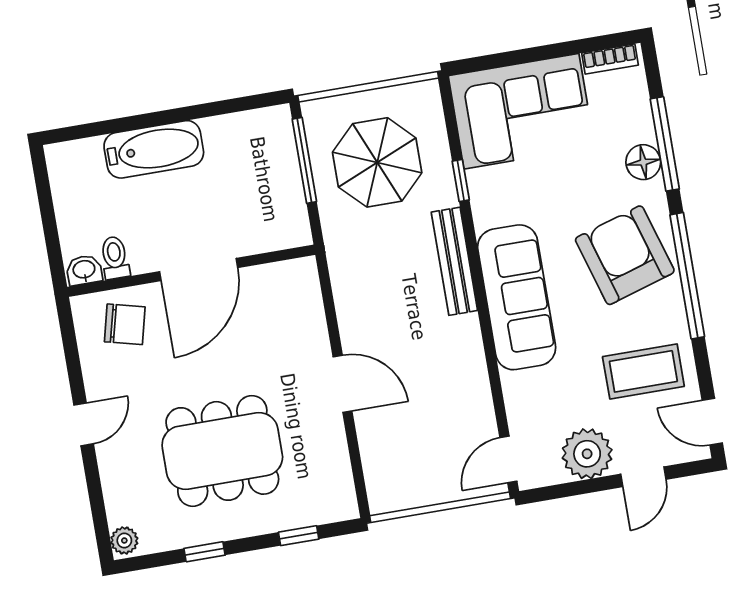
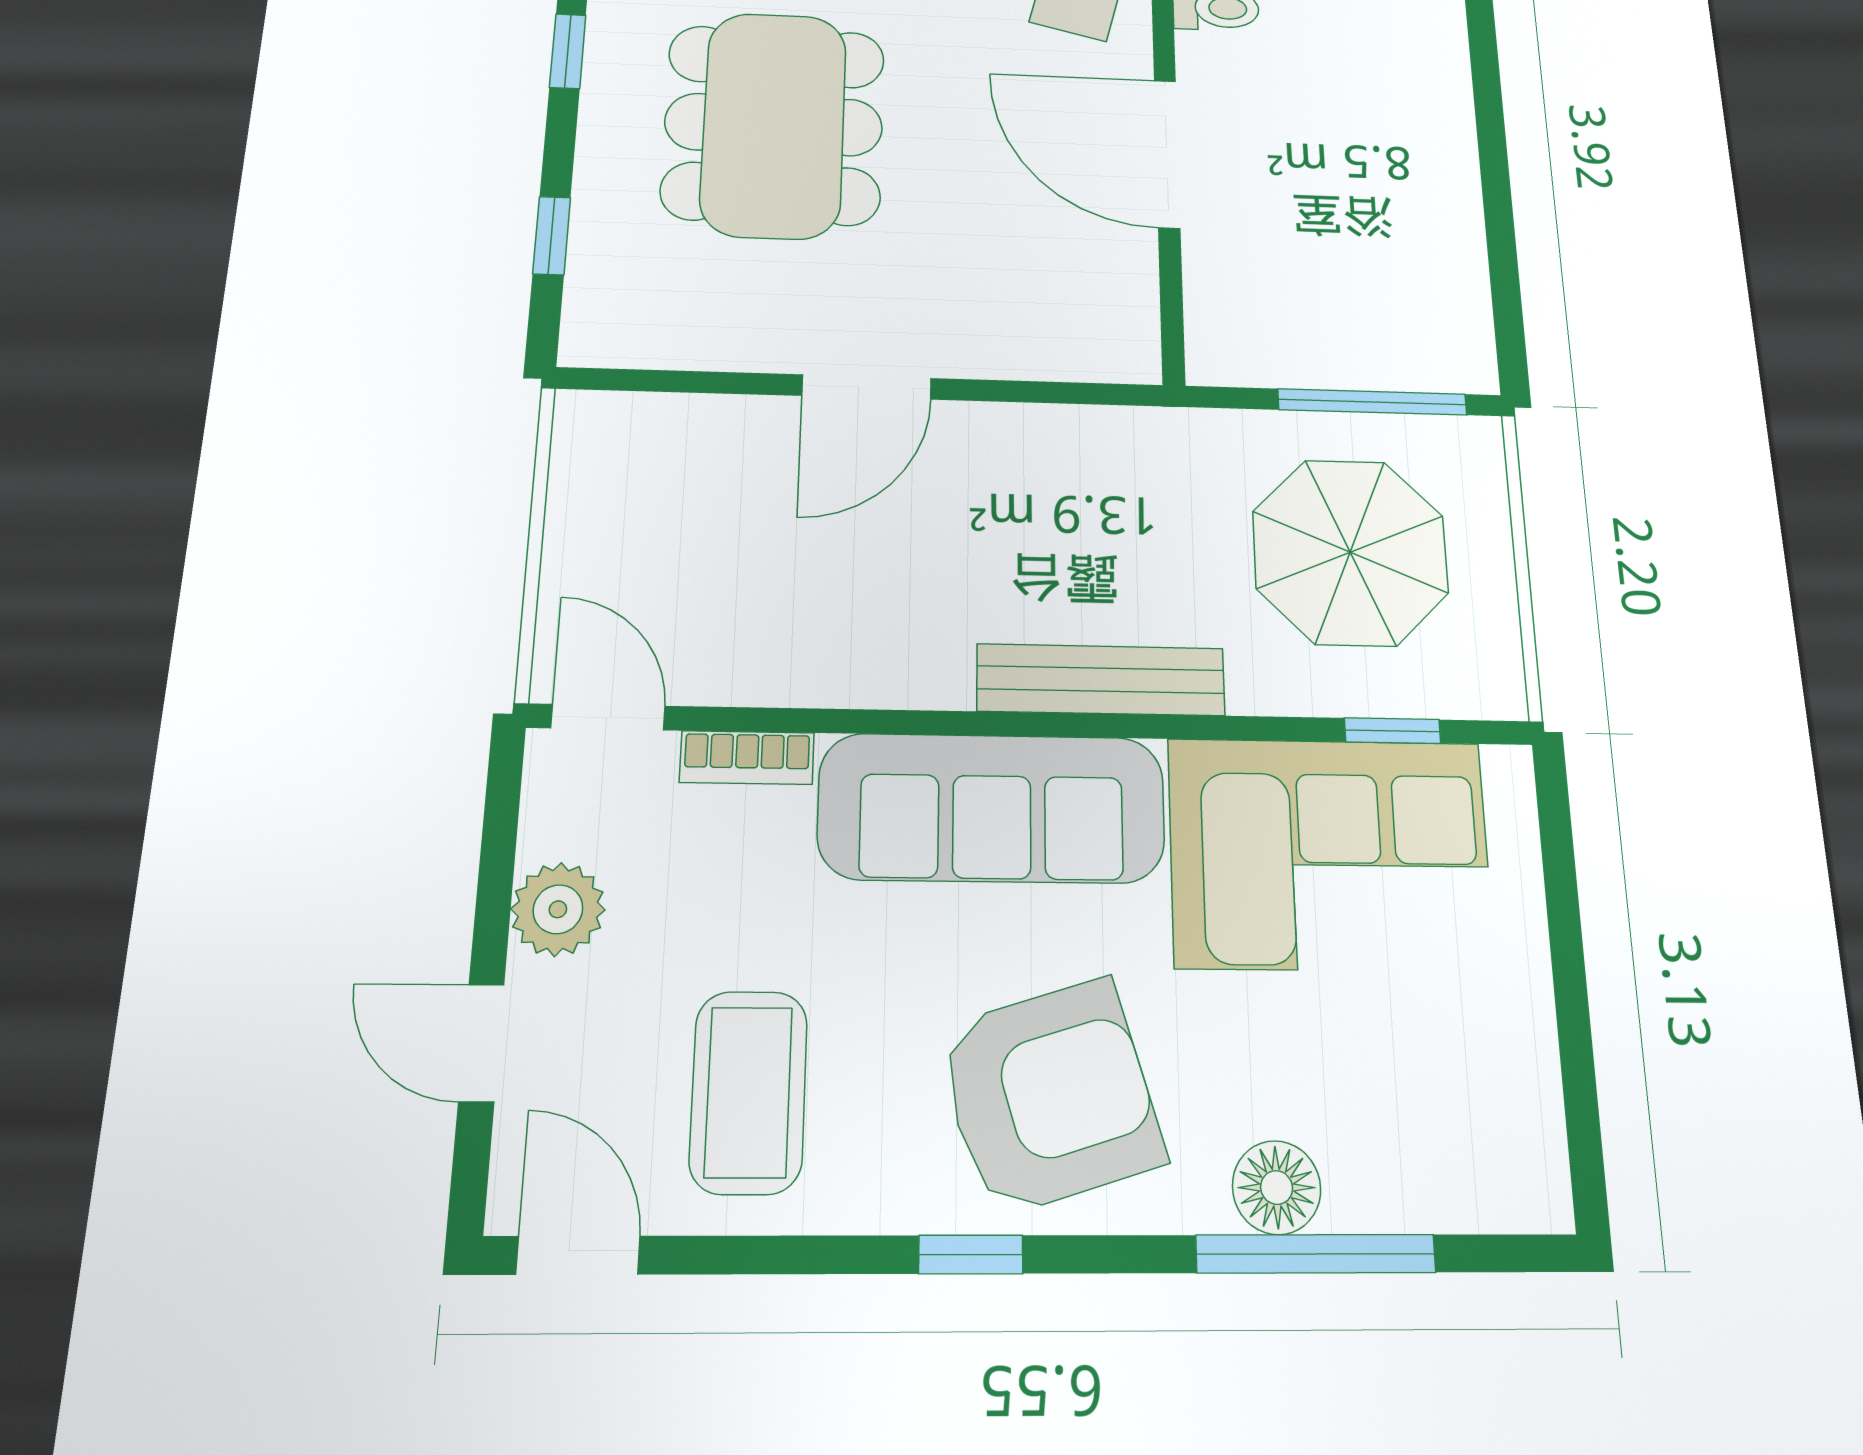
bookcase: (610, 59) -> (747, 757), moved, turned -90
corner sofa: (521, 111) -> (1330, 854), moved, turned -90
bathtub: (154, 149) -> (1429, 119), removed
window: (461, 181) -> (1393, 731), moved
window: (687, 276) -> (971, 1254), width x0.32
door: (712, 422) -> (578, 1255), hinge flipped
plant: (587, 454) -> (558, 909), width x0.73, depth x0.73

